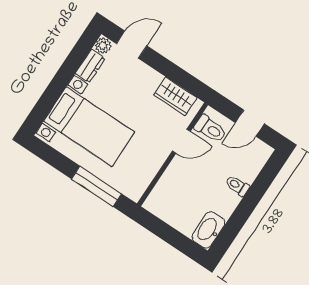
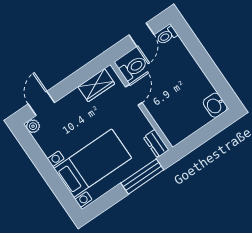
dresser: (90, 66) -> (156, 144), moved, turned 180
toilet: (237, 186) -> (167, 36), moved
washbasin: (208, 230) -> (215, 105), width x0.72

